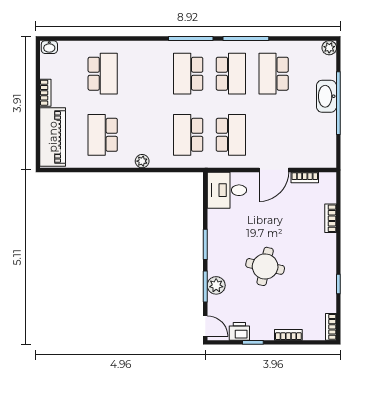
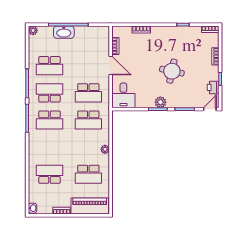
school desk: (231, 135) -> (88, 93), turned 180
plant: (216, 285) -> (160, 102), moved

